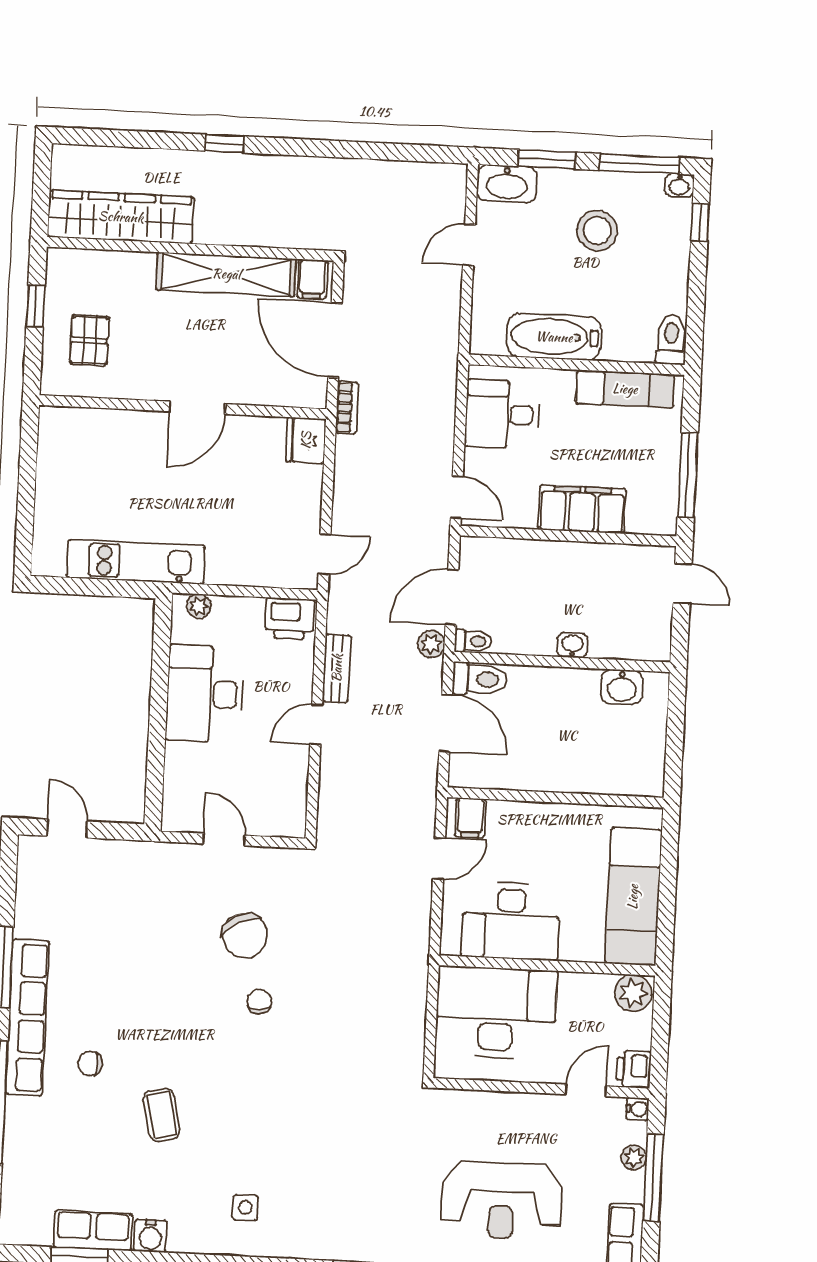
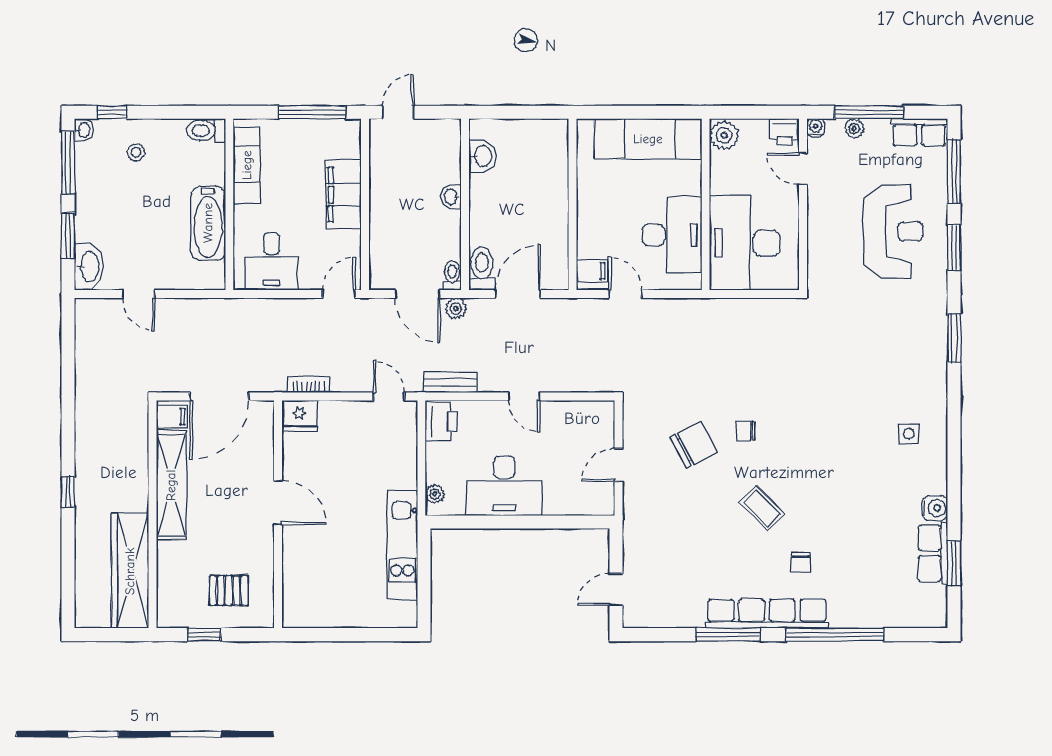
stool: (597, 230) -> (136, 152), moved, width x0.53, depth x0.53
bookcase: (347, 408) -> (309, 384), moved
bench: (337, 668) -> (450, 382), moved
coffee table: (162, 1115) -> (762, 508), moved, turned 58

